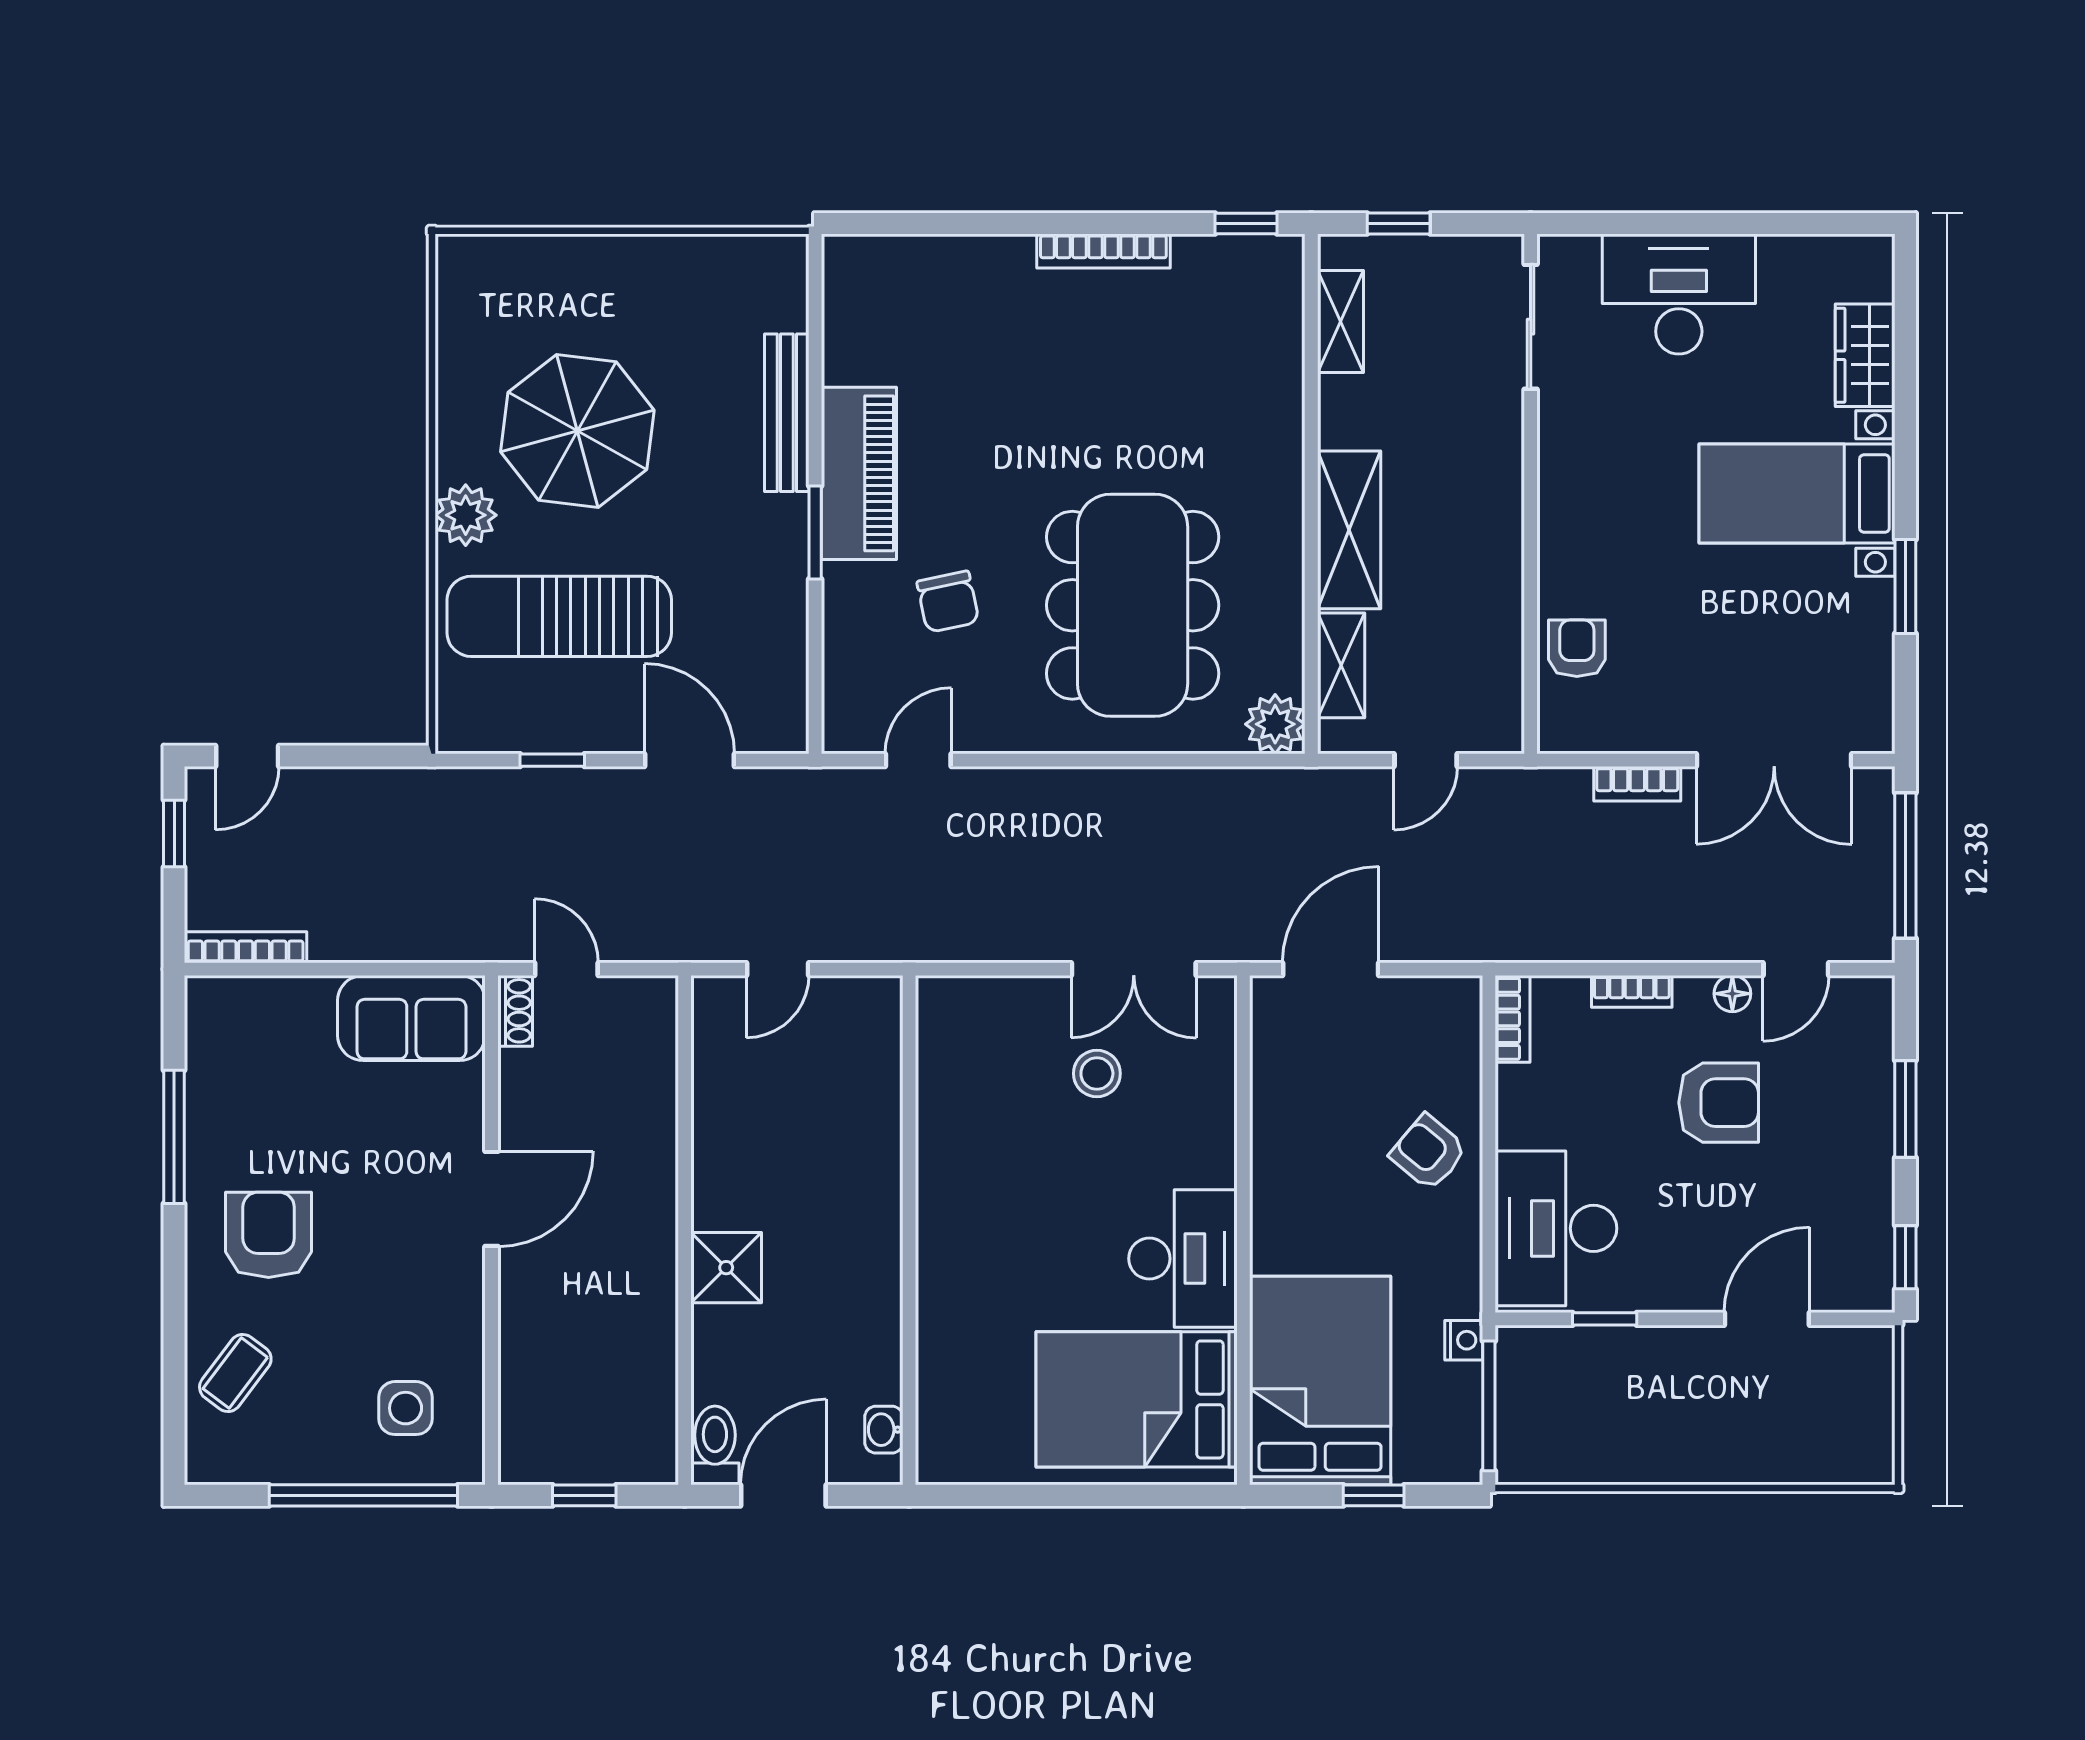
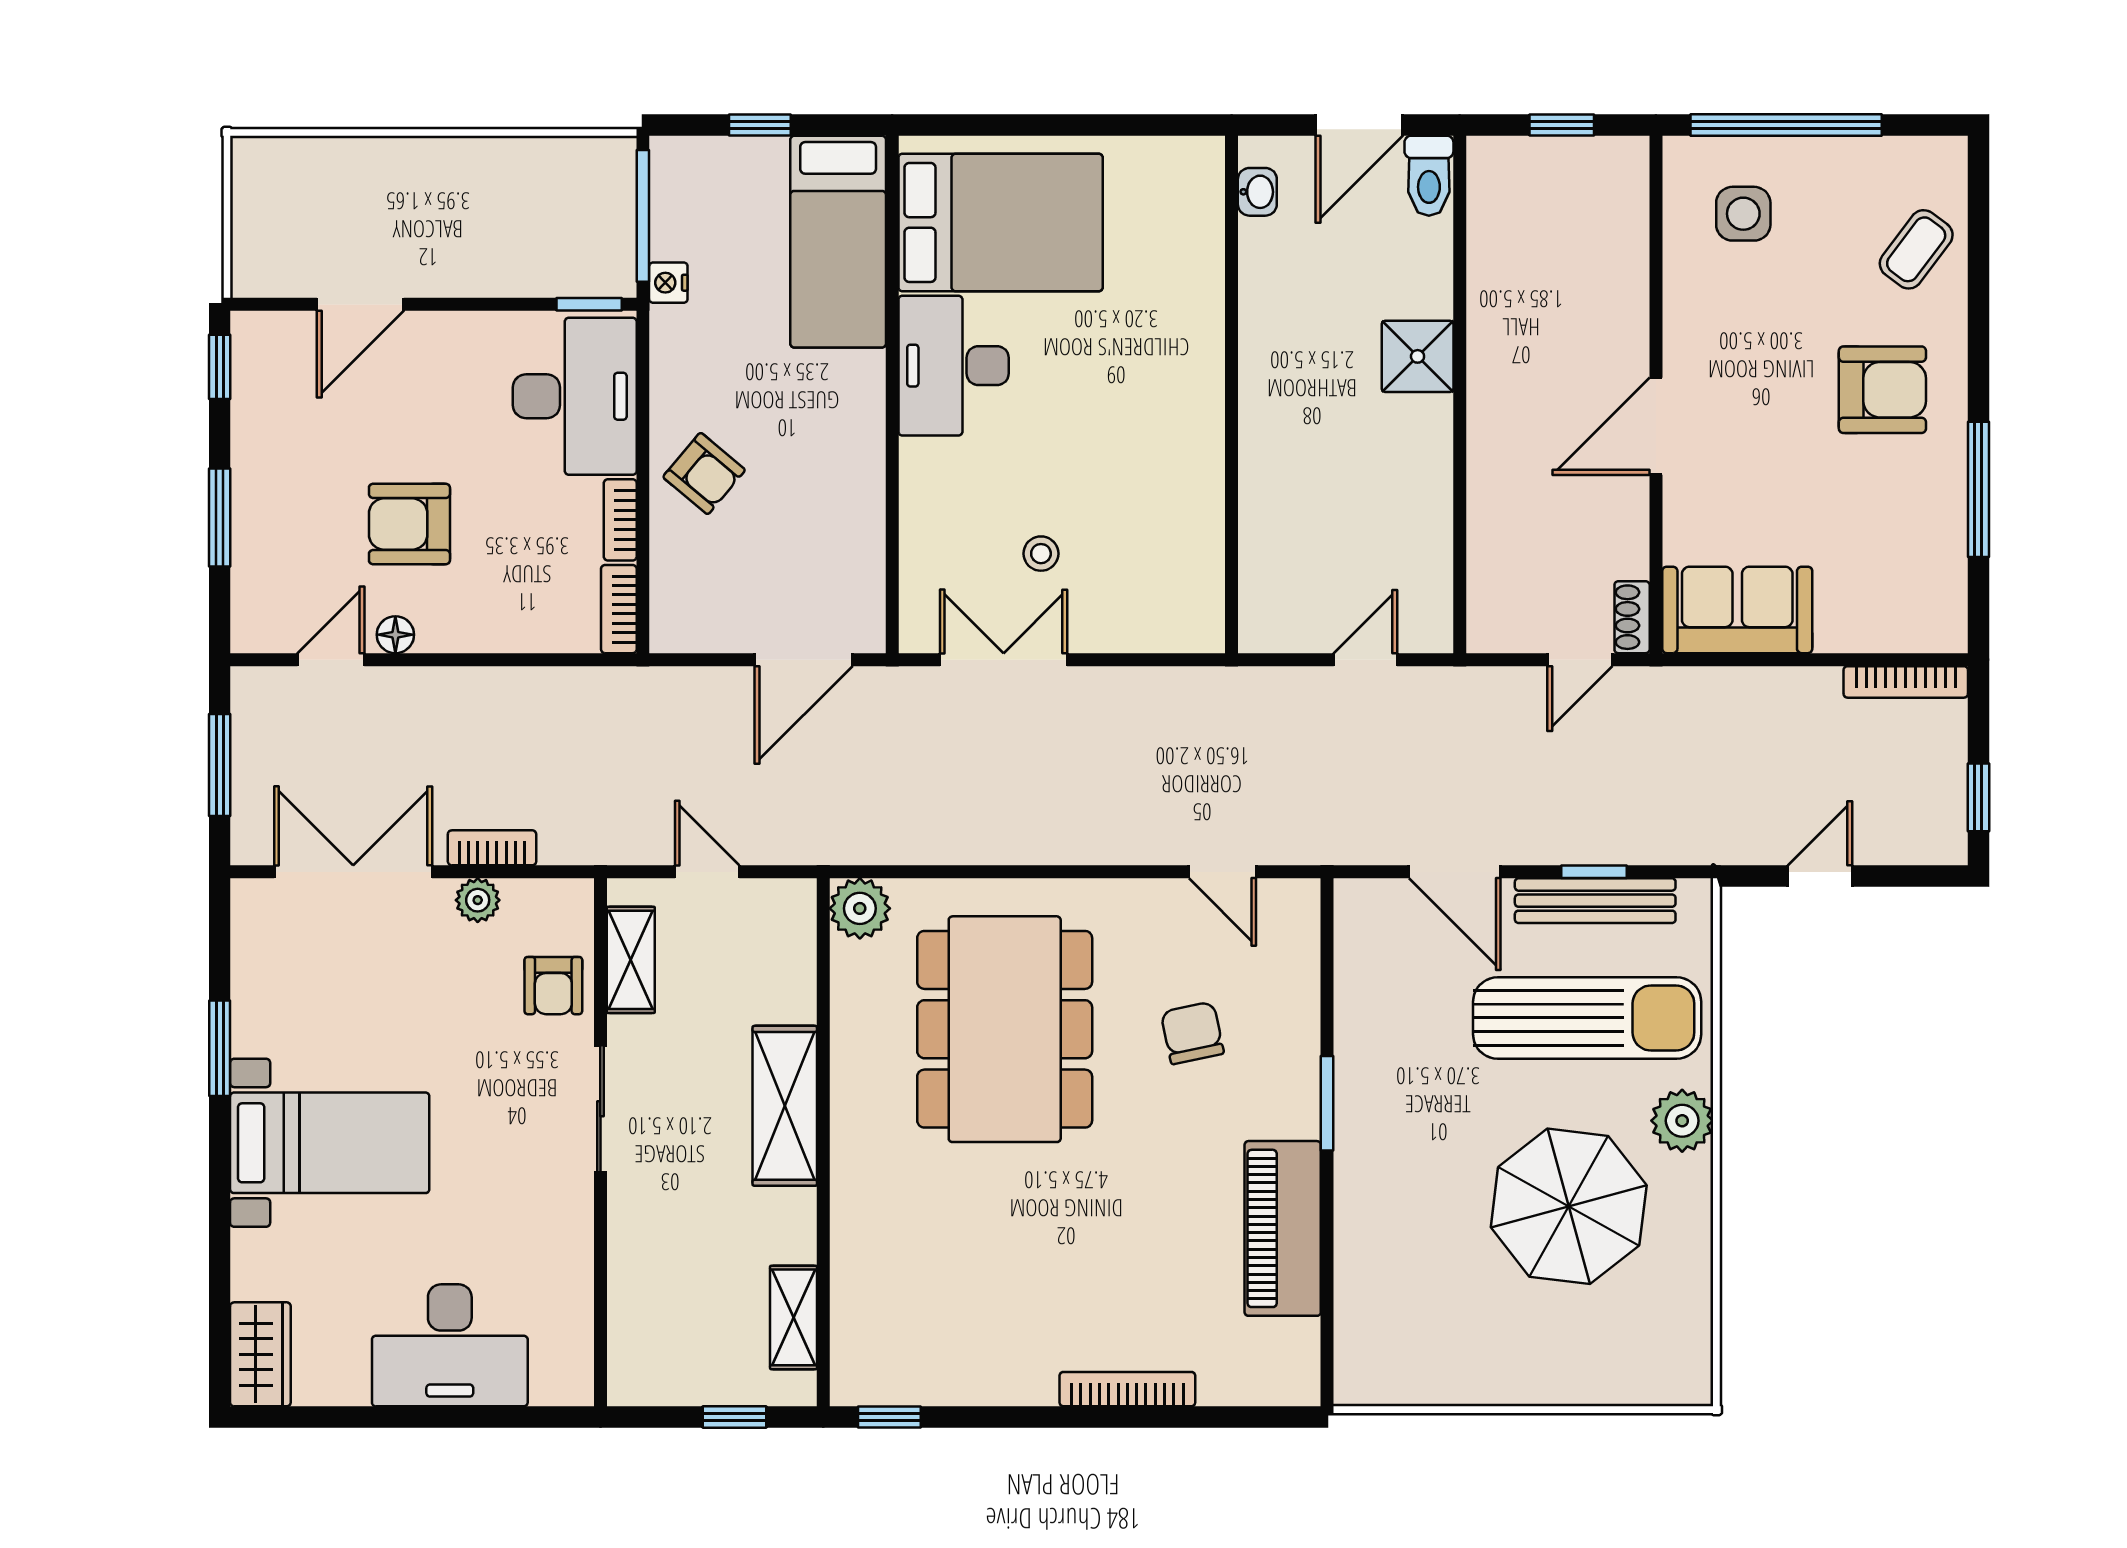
bookcase: (1103, 251) -> (1127, 1389), moved
sliding door: (1531, 327) -> (600, 1109), moved
wardrobe: (1865, 355) -> (260, 1354), moved
bench: (787, 413) -> (1595, 901), moved, turned 90
piano: (859, 473) -> (1283, 1228), moved
shelving: (1341, 665) -> (631, 960), moved
plant: (1651, 732) -> (478, 900), added
door: (247, 756) -> (1820, 876), moved
door: (918, 760) -> (1222, 872), hinge flipped
door: (1426, 760) -> (707, 872), hinge flipped
window: (1905, 865) -> (220, 765), width x0.69
door: (566, 969) -> (1580, 660), hinge flipped
bookcase: (1632, 991) -> (620, 520), moved, turned -90
stool: (1097, 1073) -> (1041, 554), width x0.73, depth x0.73
armchair: (269, 1235) -> (1882, 390), turned -90
window: (1605, 1319) -> (589, 304), moved
bed: (1320, 1381) -> (838, 242), width x0.67

